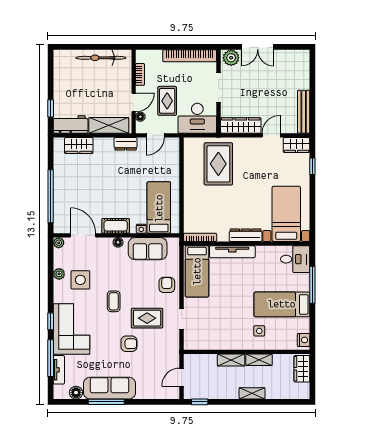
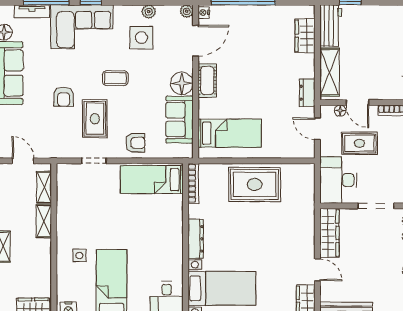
rug: (218, 164) -> (255, 184), moved
nightstand: (141, 229) -> (204, 12), moved
floor lamp: (118, 242) -> (182, 83), width x1.89, depth x1.89
tv unit: (232, 252) -> (176, 223), removed
shelving: (259, 360) -> (44, 187), moved

